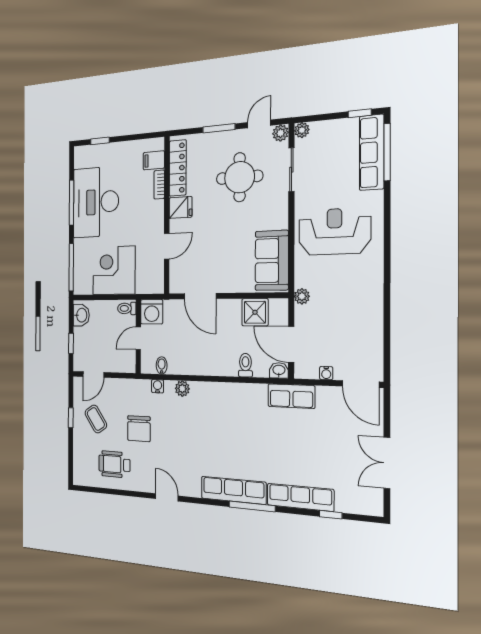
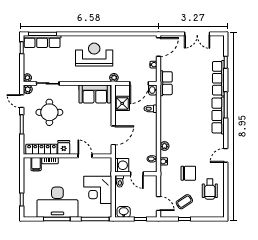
reception desk: (334, 232) -> (94, 55), moved, turned 90

